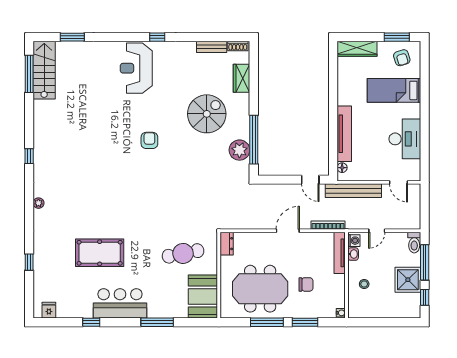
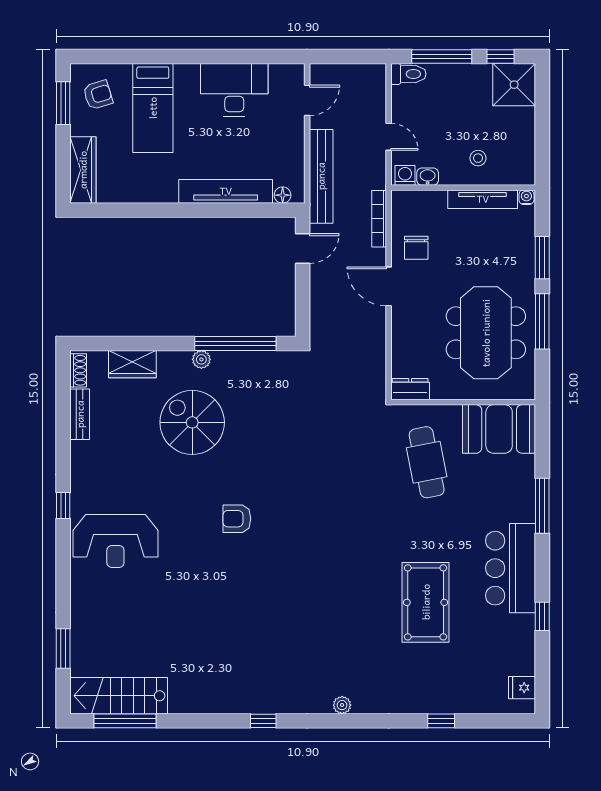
plant: (239, 150) -> (201, 359), moved, width x0.53, depth x0.53
tv unit: (340, 253) -> (483, 199), moved
shower: (408, 280) -> (514, 85), moved
chair: (306, 284) -> (416, 248), moved, turned 180

